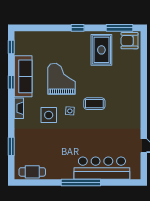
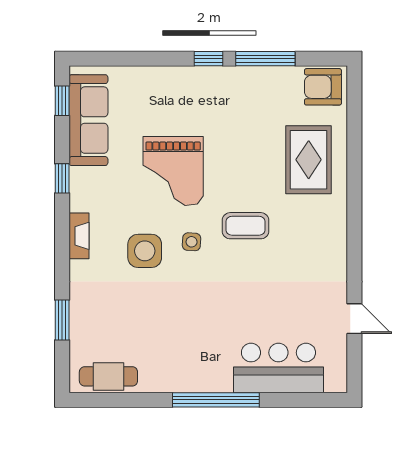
window: (119, 28) -> (265, 59), moved
rug: (101, 50) -> (309, 160), moved
sofa: (23, 76) -> (88, 120), moved
grand piano: (62, 79) -> (173, 171), turned 180
bar counter: (102, 168) -> (278, 368), width x0.73

